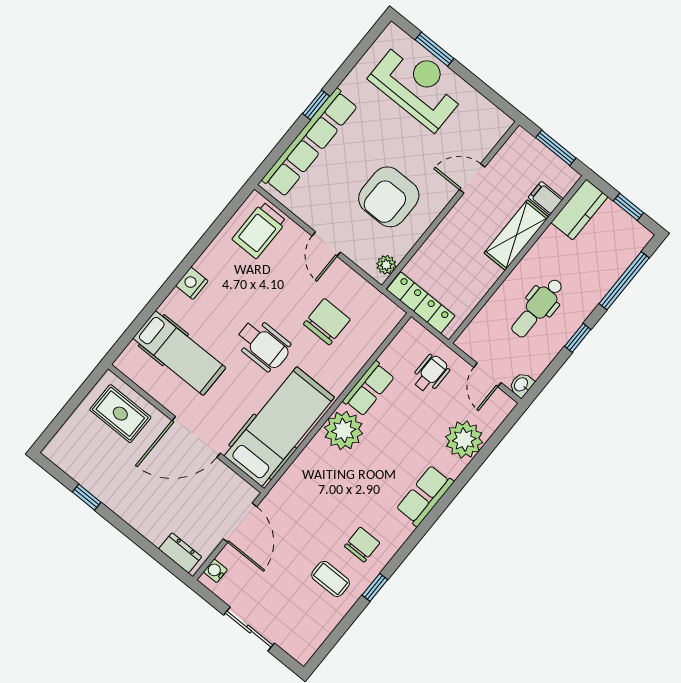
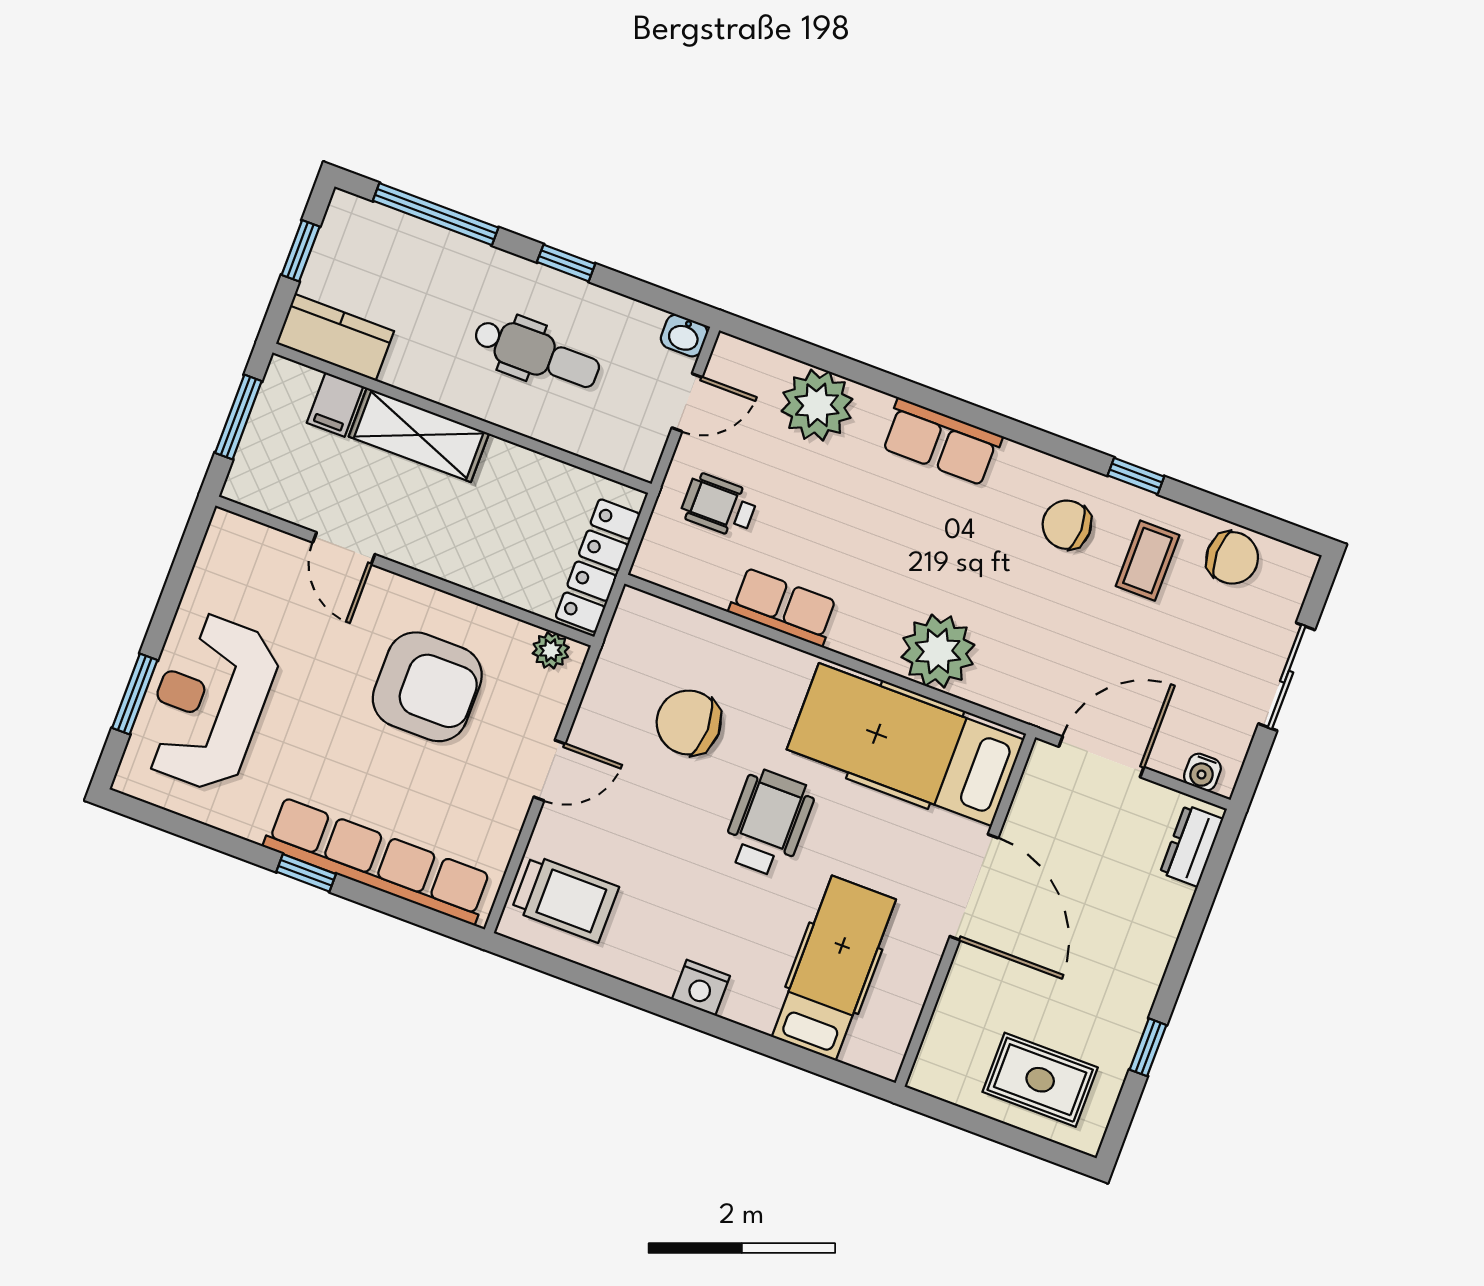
rug: (120, 414) -> (1040, 1080), moved, turned 90
plant: (344, 430) -> (938, 651), moved
chair: (318, 622) -> (1232, 558), added

